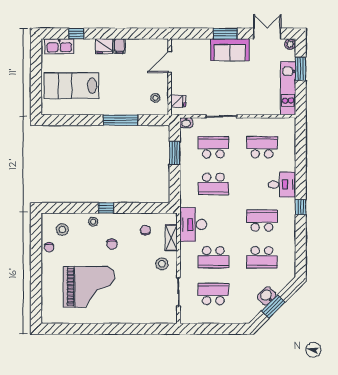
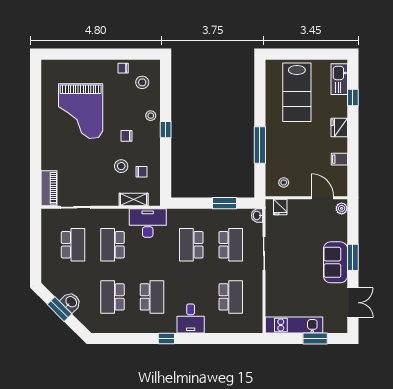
plant: (290, 44) -> (342, 208), moved
filing cabinet: (119, 46) -> (339, 159), moved
lab bench: (71, 86) -> (297, 92), turned 180
stool: (162, 264) -> (121, 166), moved
piano: (161, 316) -> (49, 188), added

